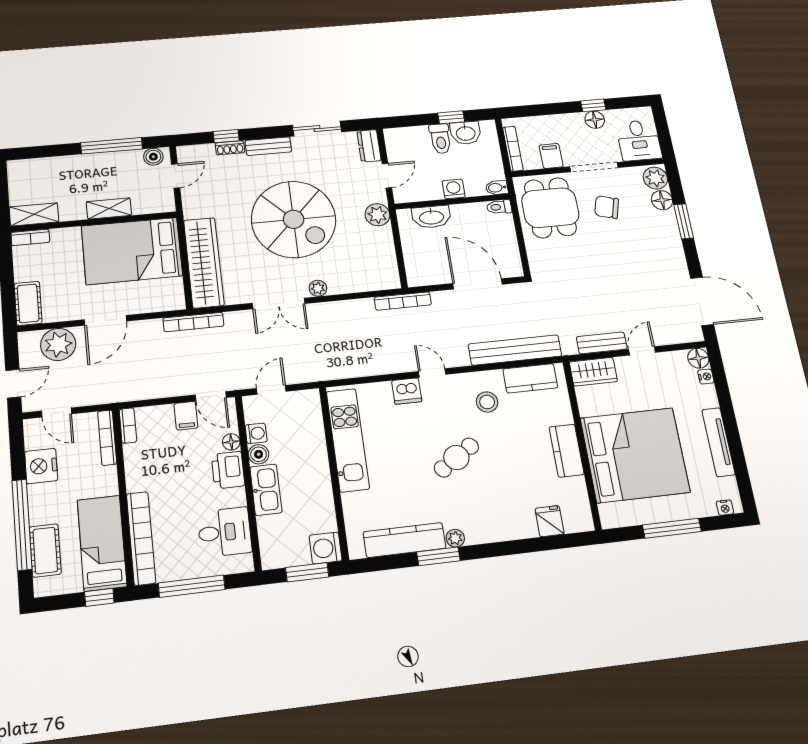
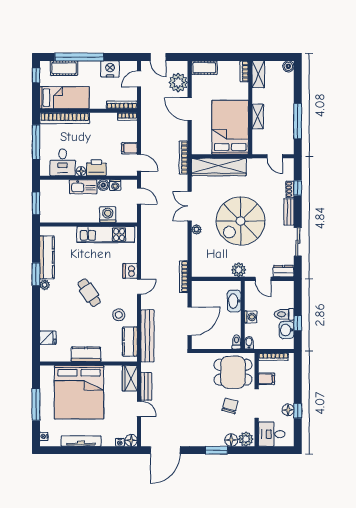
boiler: (153, 157) -> (288, 66), moved
door: (211, 396) -> (139, 163), swing flipped
floor lamp: (231, 442) -> (81, 171), moved
washing machine: (326, 548) -> (108, 215), moved
window: (99, 597) -> (36, 75), moved

